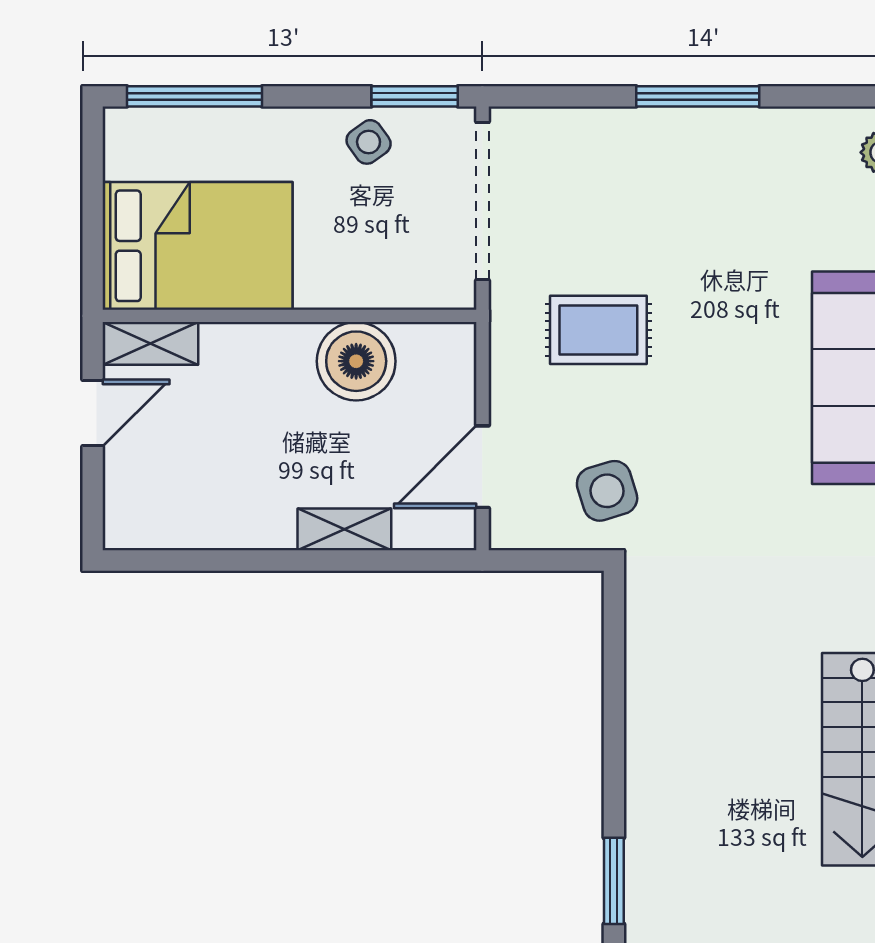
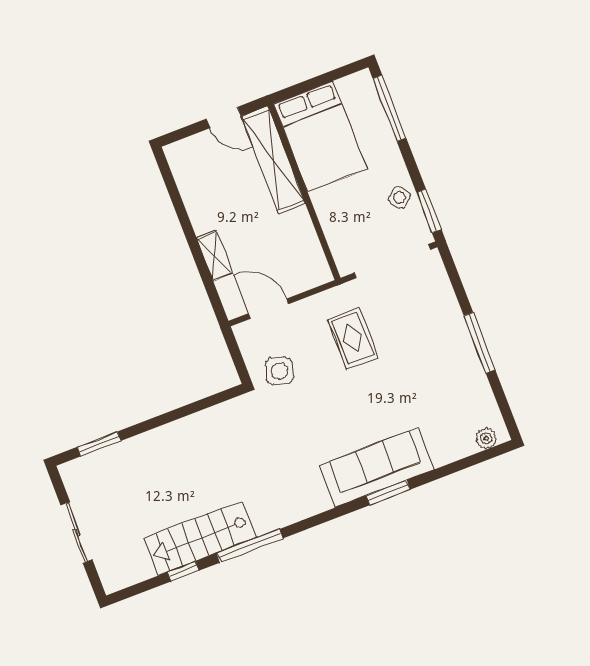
shelving: (150, 343) -> (273, 160), width x2.20, depth x1.33
boiler: (356, 361) -> (295, 231), removed
side table: (607, 491) -> (279, 371), turned 33

